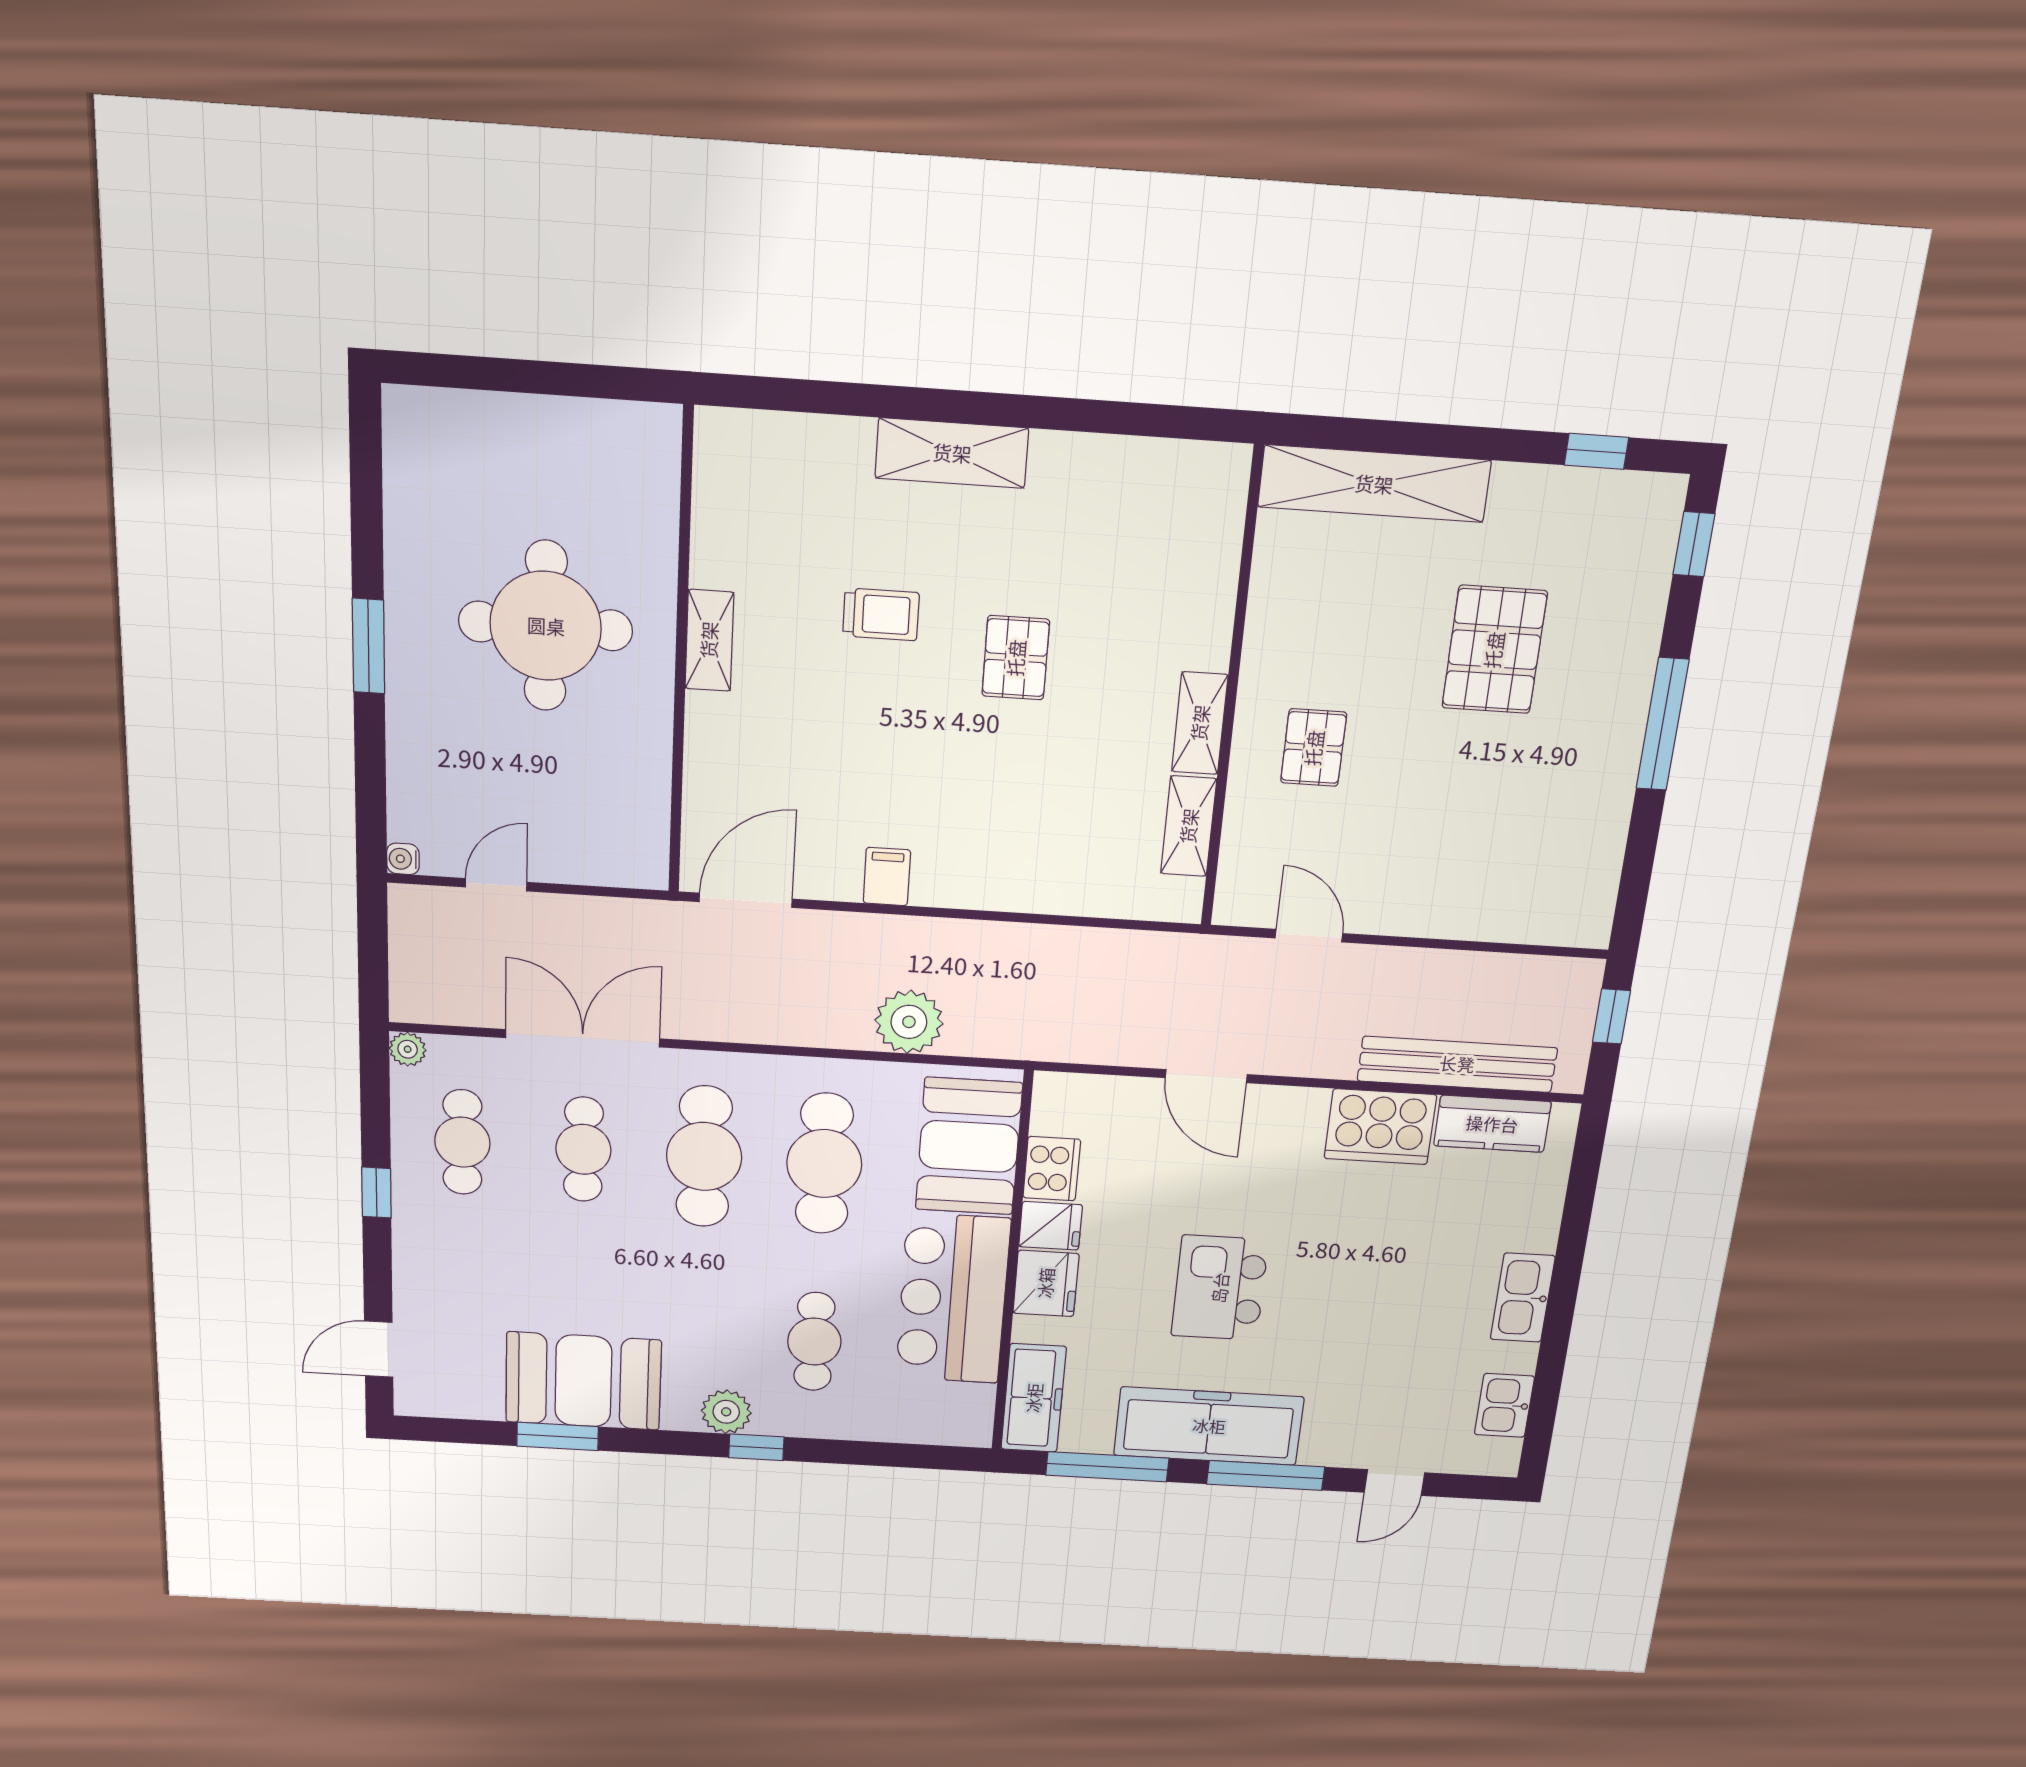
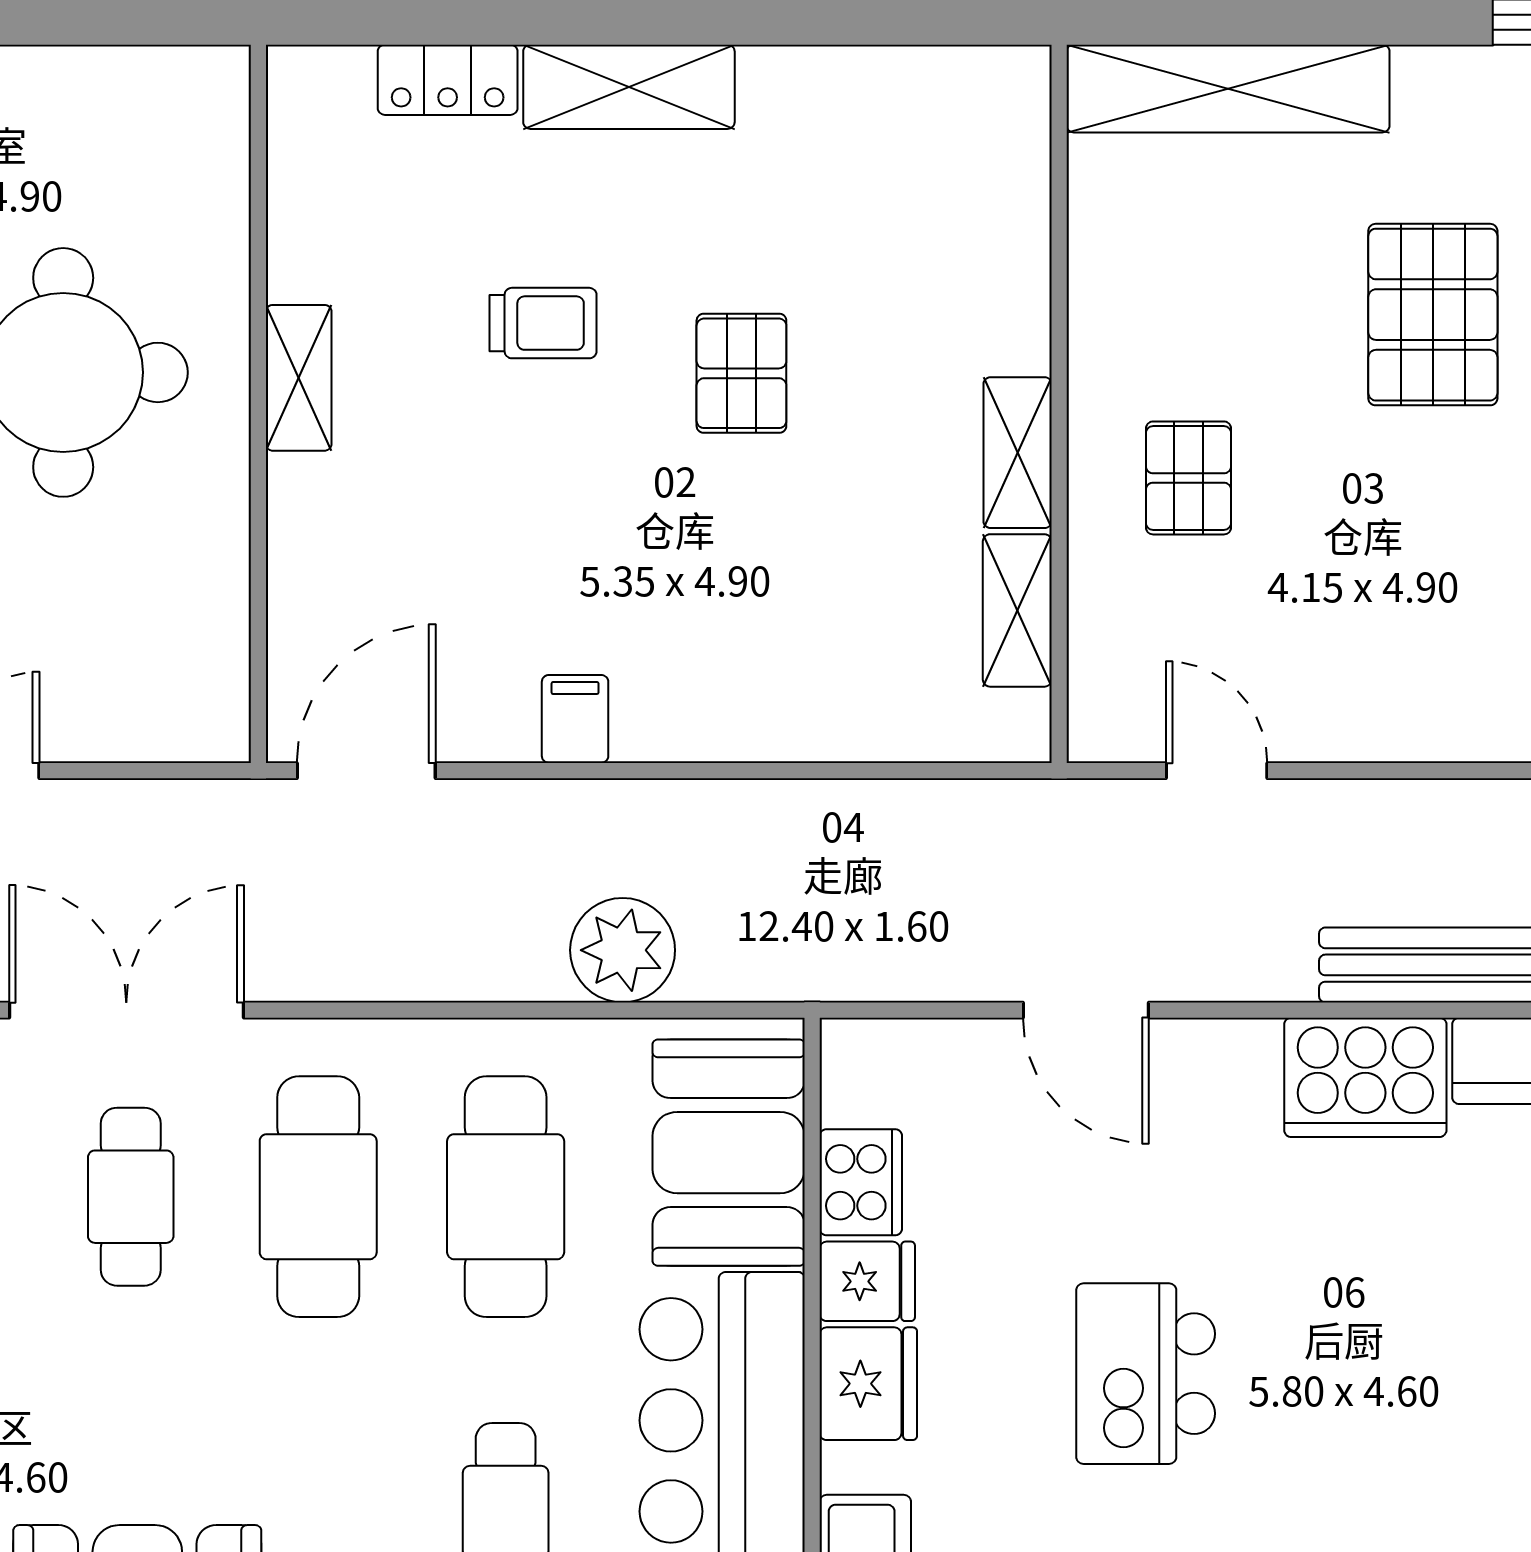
locker: (823, 439) -> (448, 80), added

